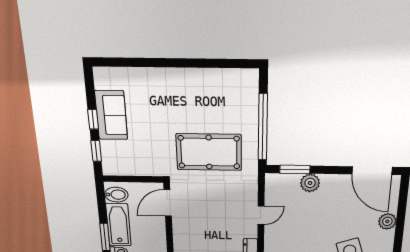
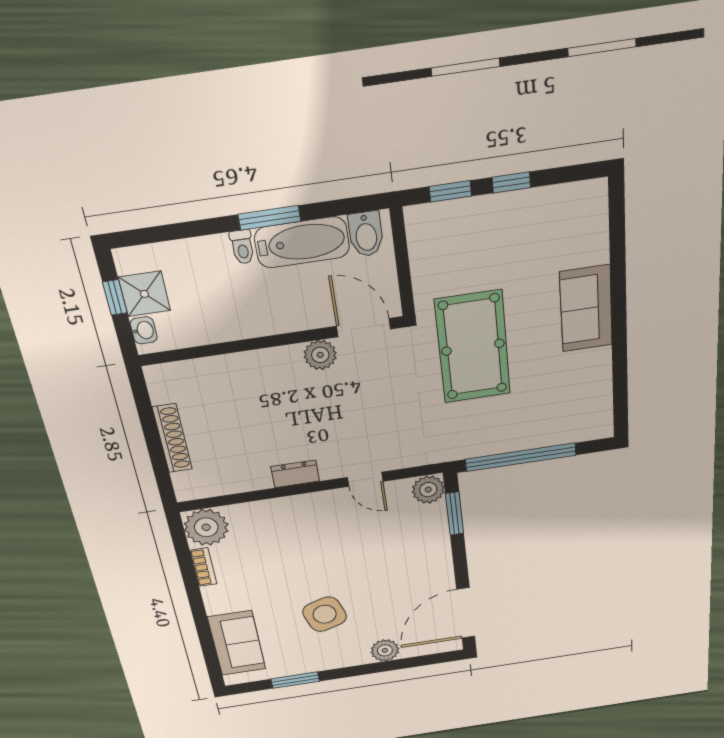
sofa: (111, 115) -> (586, 309), moved, turned 90
pool table: (209, 152) -> (473, 347), moved
plant: (310, 183) -> (428, 490), moved
plant: (181, 226) -> (320, 355), added

